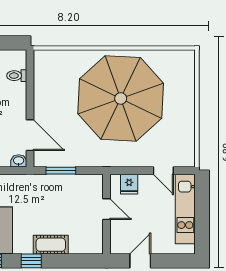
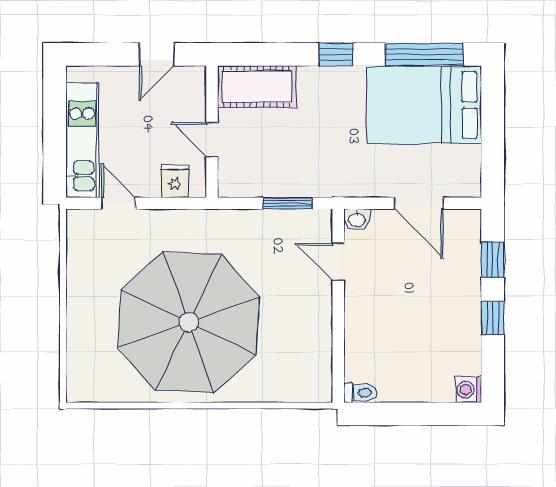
toilet: (17, 76) -> (360, 393), moved
door: (30, 135) -> (338, 262), width x0.73
cot: (51, 245) -> (257, 87), moved, width x1.37, depth x1.34

